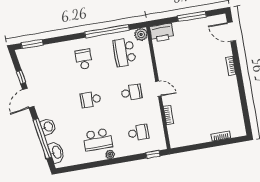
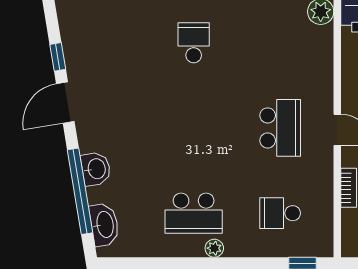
school desk: (124, 52) -> (280, 43), removed
school desk: (131, 92) -> (280, 128), width x1.85
school desk: (91, 100) -> (194, 128), removed
school desk: (138, 133) -> (280, 213), turned 180

